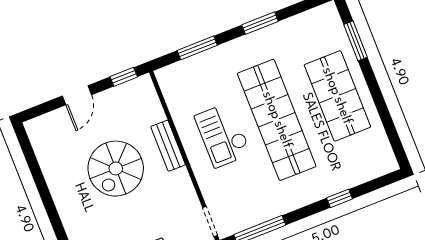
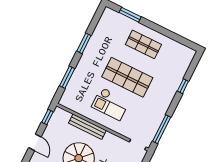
shop shelf: (337, 96) -> (143, 44), width x0.70, depth x0.74
shop shelf: (277, 120) -> (127, 77), width x0.71
bench: (168, 146) -> (87, 127), width x1.36

